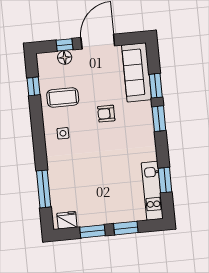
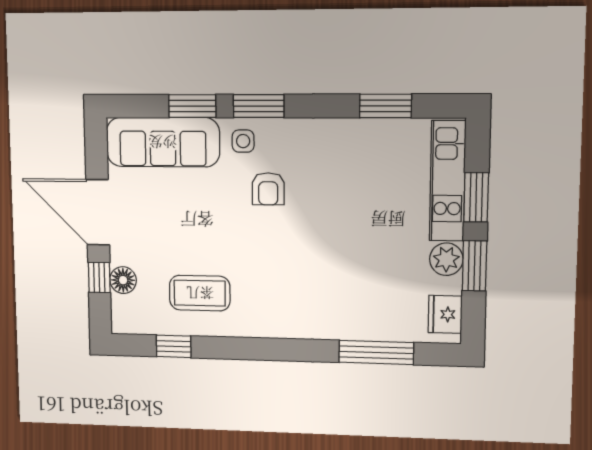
coffee table: (63, 97) -> (200, 293), turned 90
armchair: (106, 114) -> (268, 189), moved
side table: (63, 133) -> (243, 141), moved
kitchen unit: (152, 191) -> (448, 181), moved, turned 90
plant: (94, 218) -> (446, 259), added

